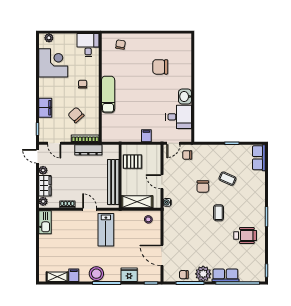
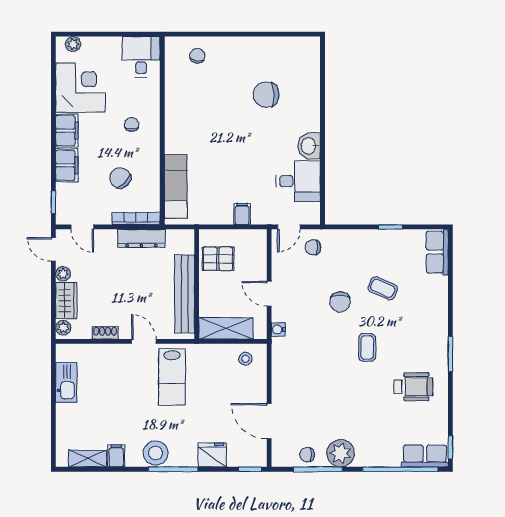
filing cabinet: (45, 88) -> (67, 131), added
exam couch: (108, 94) -> (176, 186), moved
kitchen sink: (45, 222) -> (66, 382), moved
row of seats: (225, 275) -> (425, 456), moved

